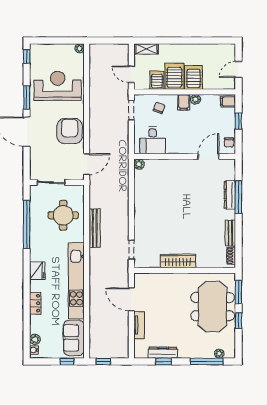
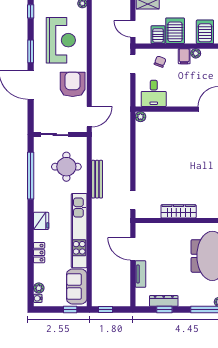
server rack: (194, 77) -> (205, 32), moved
reception desk: (58, 86) -> (61, 40), turned 90

